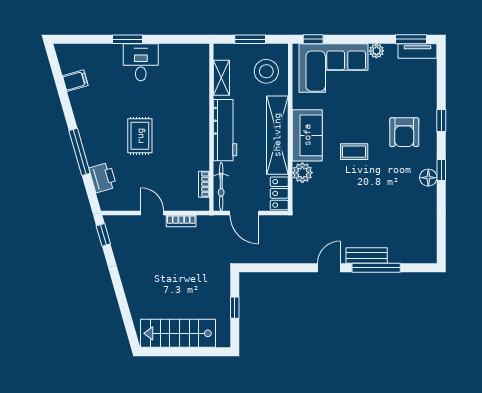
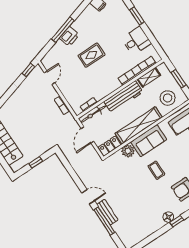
desk: (141, 62) -> (136, 41), moved
bookcase: (202, 88) -> (137, 71), added
printer: (103, 178) -> (69, 36), moved
door: (152, 213) -> (50, 78), moved

